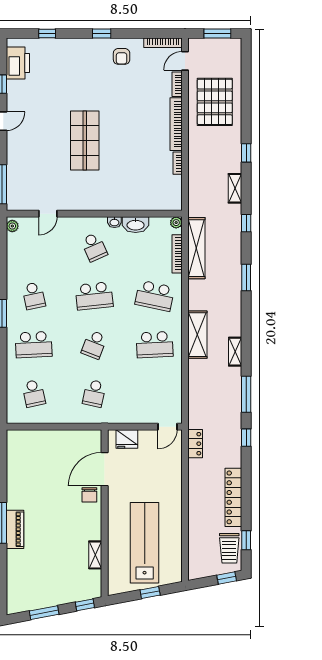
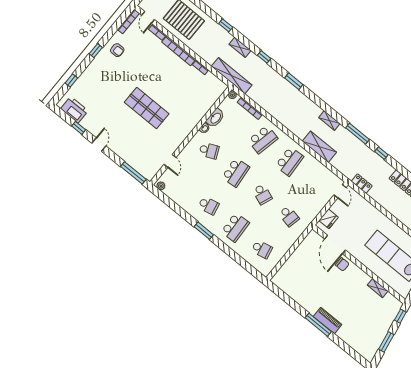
shelving: (196, 248) -> (232, 76), moved
shelving: (197, 335) -> (319, 147), moved

